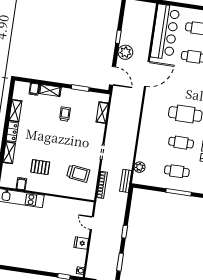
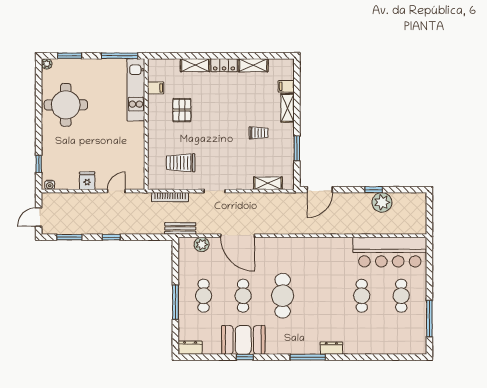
plant: (125, 52) -> (382, 202), moved
door: (147, 74) -> (238, 236), moved
trolley: (78, 174) -> (181, 163), turned 83
round table: (24, 250) -> (66, 105), added

